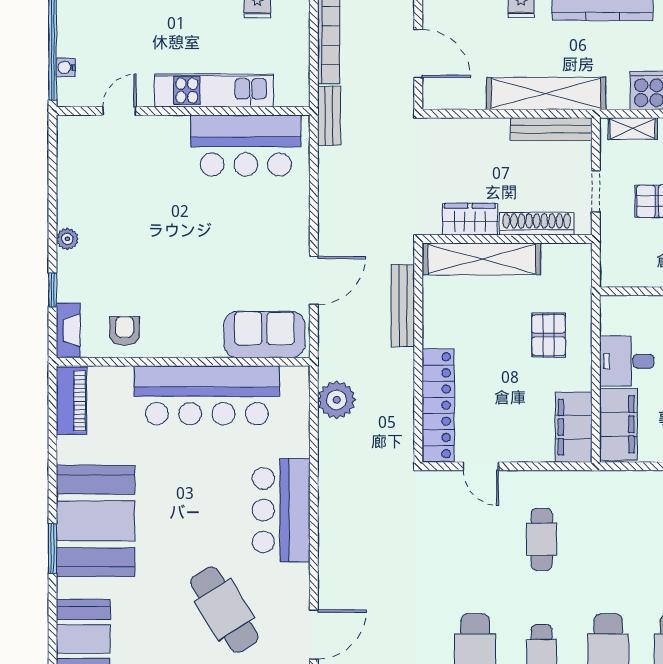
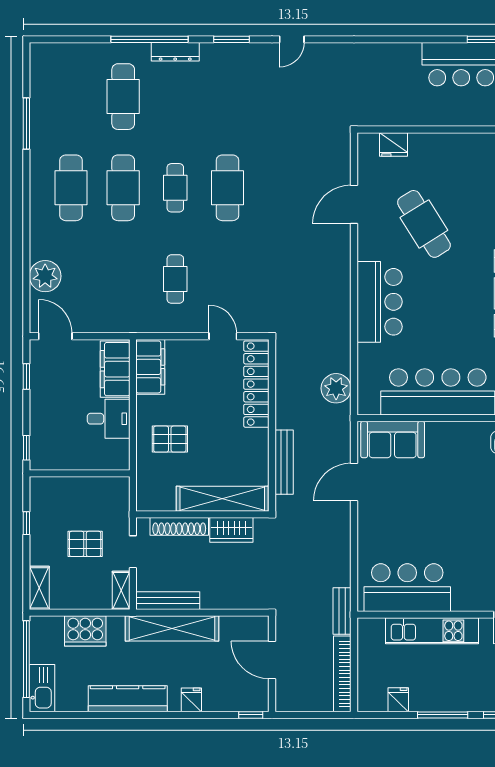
shelving: (633, 129) -> (121, 590), moved, turned 90
pallet: (549, 335) -> (170, 439), turned 90

